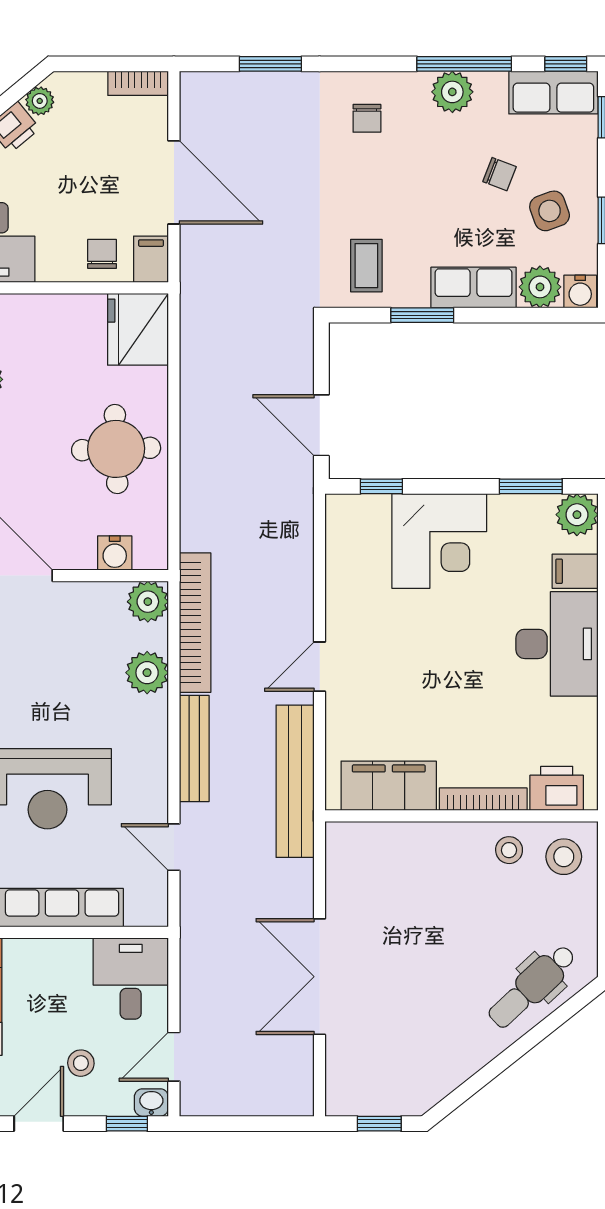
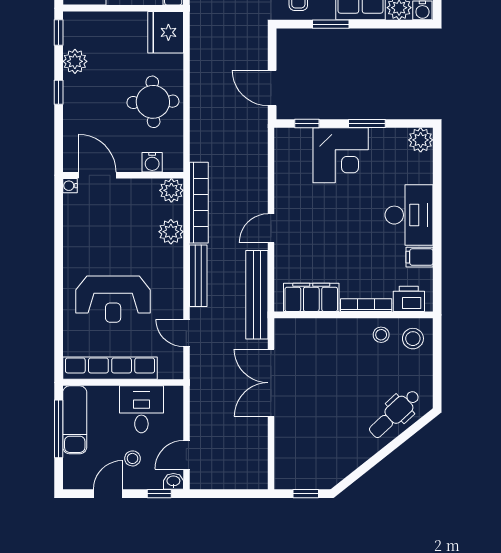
window: (531, 486) -> (367, 124), moved
filing cabinet: (575, 571) -> (420, 257), moved
double door: (320, 977) -> (271, 383), moved
desk: (131, 978) -> (141, 409), moved

